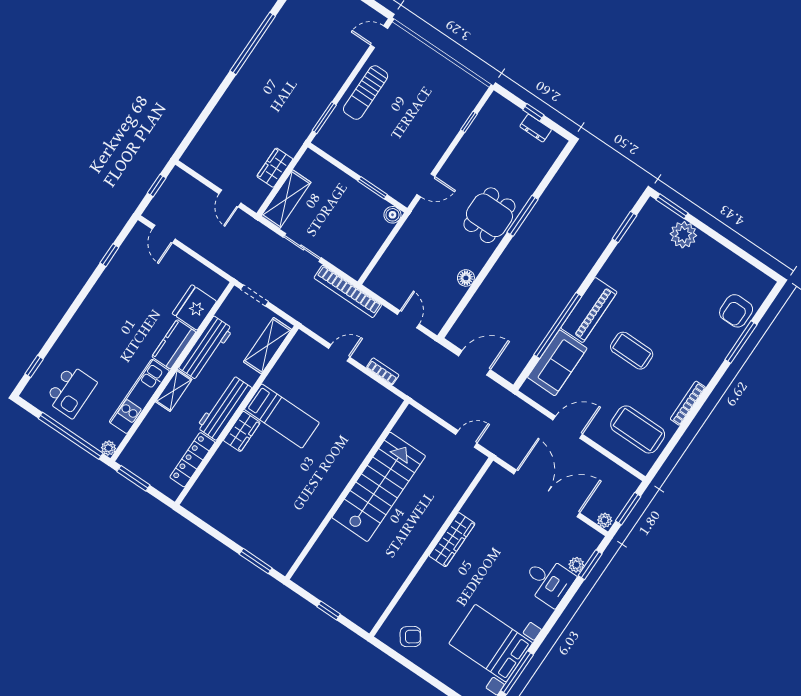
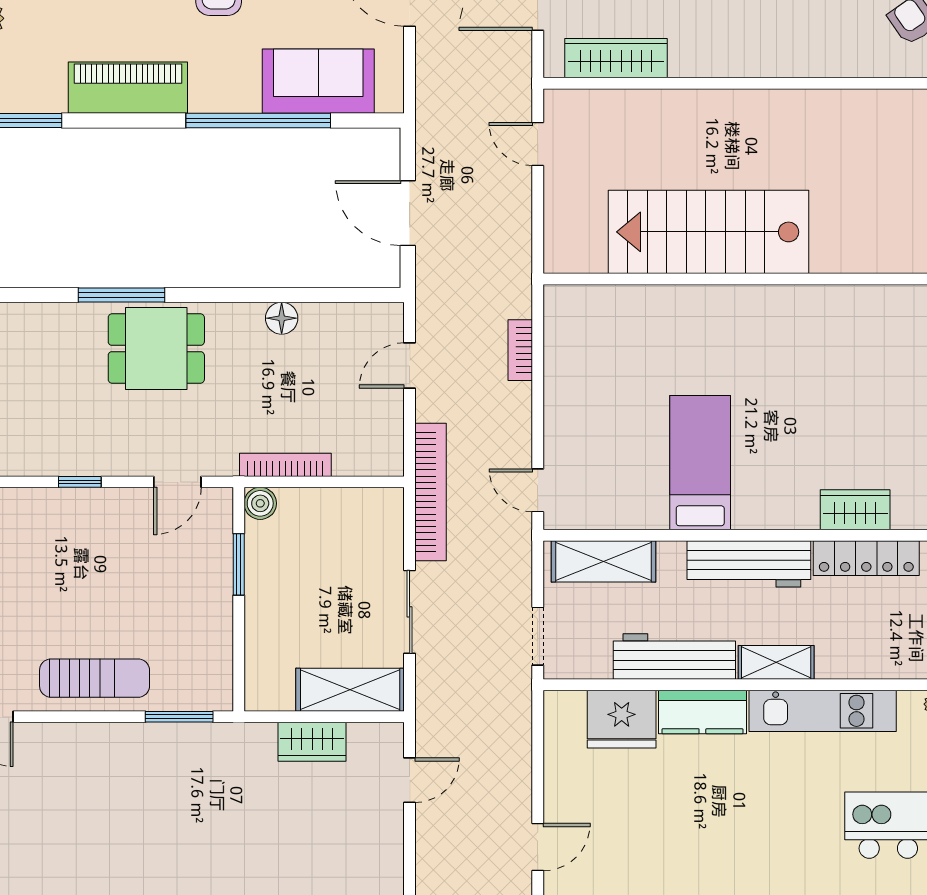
window: (469, 122) -> (80, 482), moved
door: (426, 185) -> (177, 482), swing flipped
bookcase: (402, 237) -> (285, 465), added
piano: (589, 310) -> (128, 88), moved
door: (339, 353) -> (538, 490), moved
wardrobe: (242, 431) -> (855, 510), moved
wardrobe: (452, 540) -> (616, 58), moved

